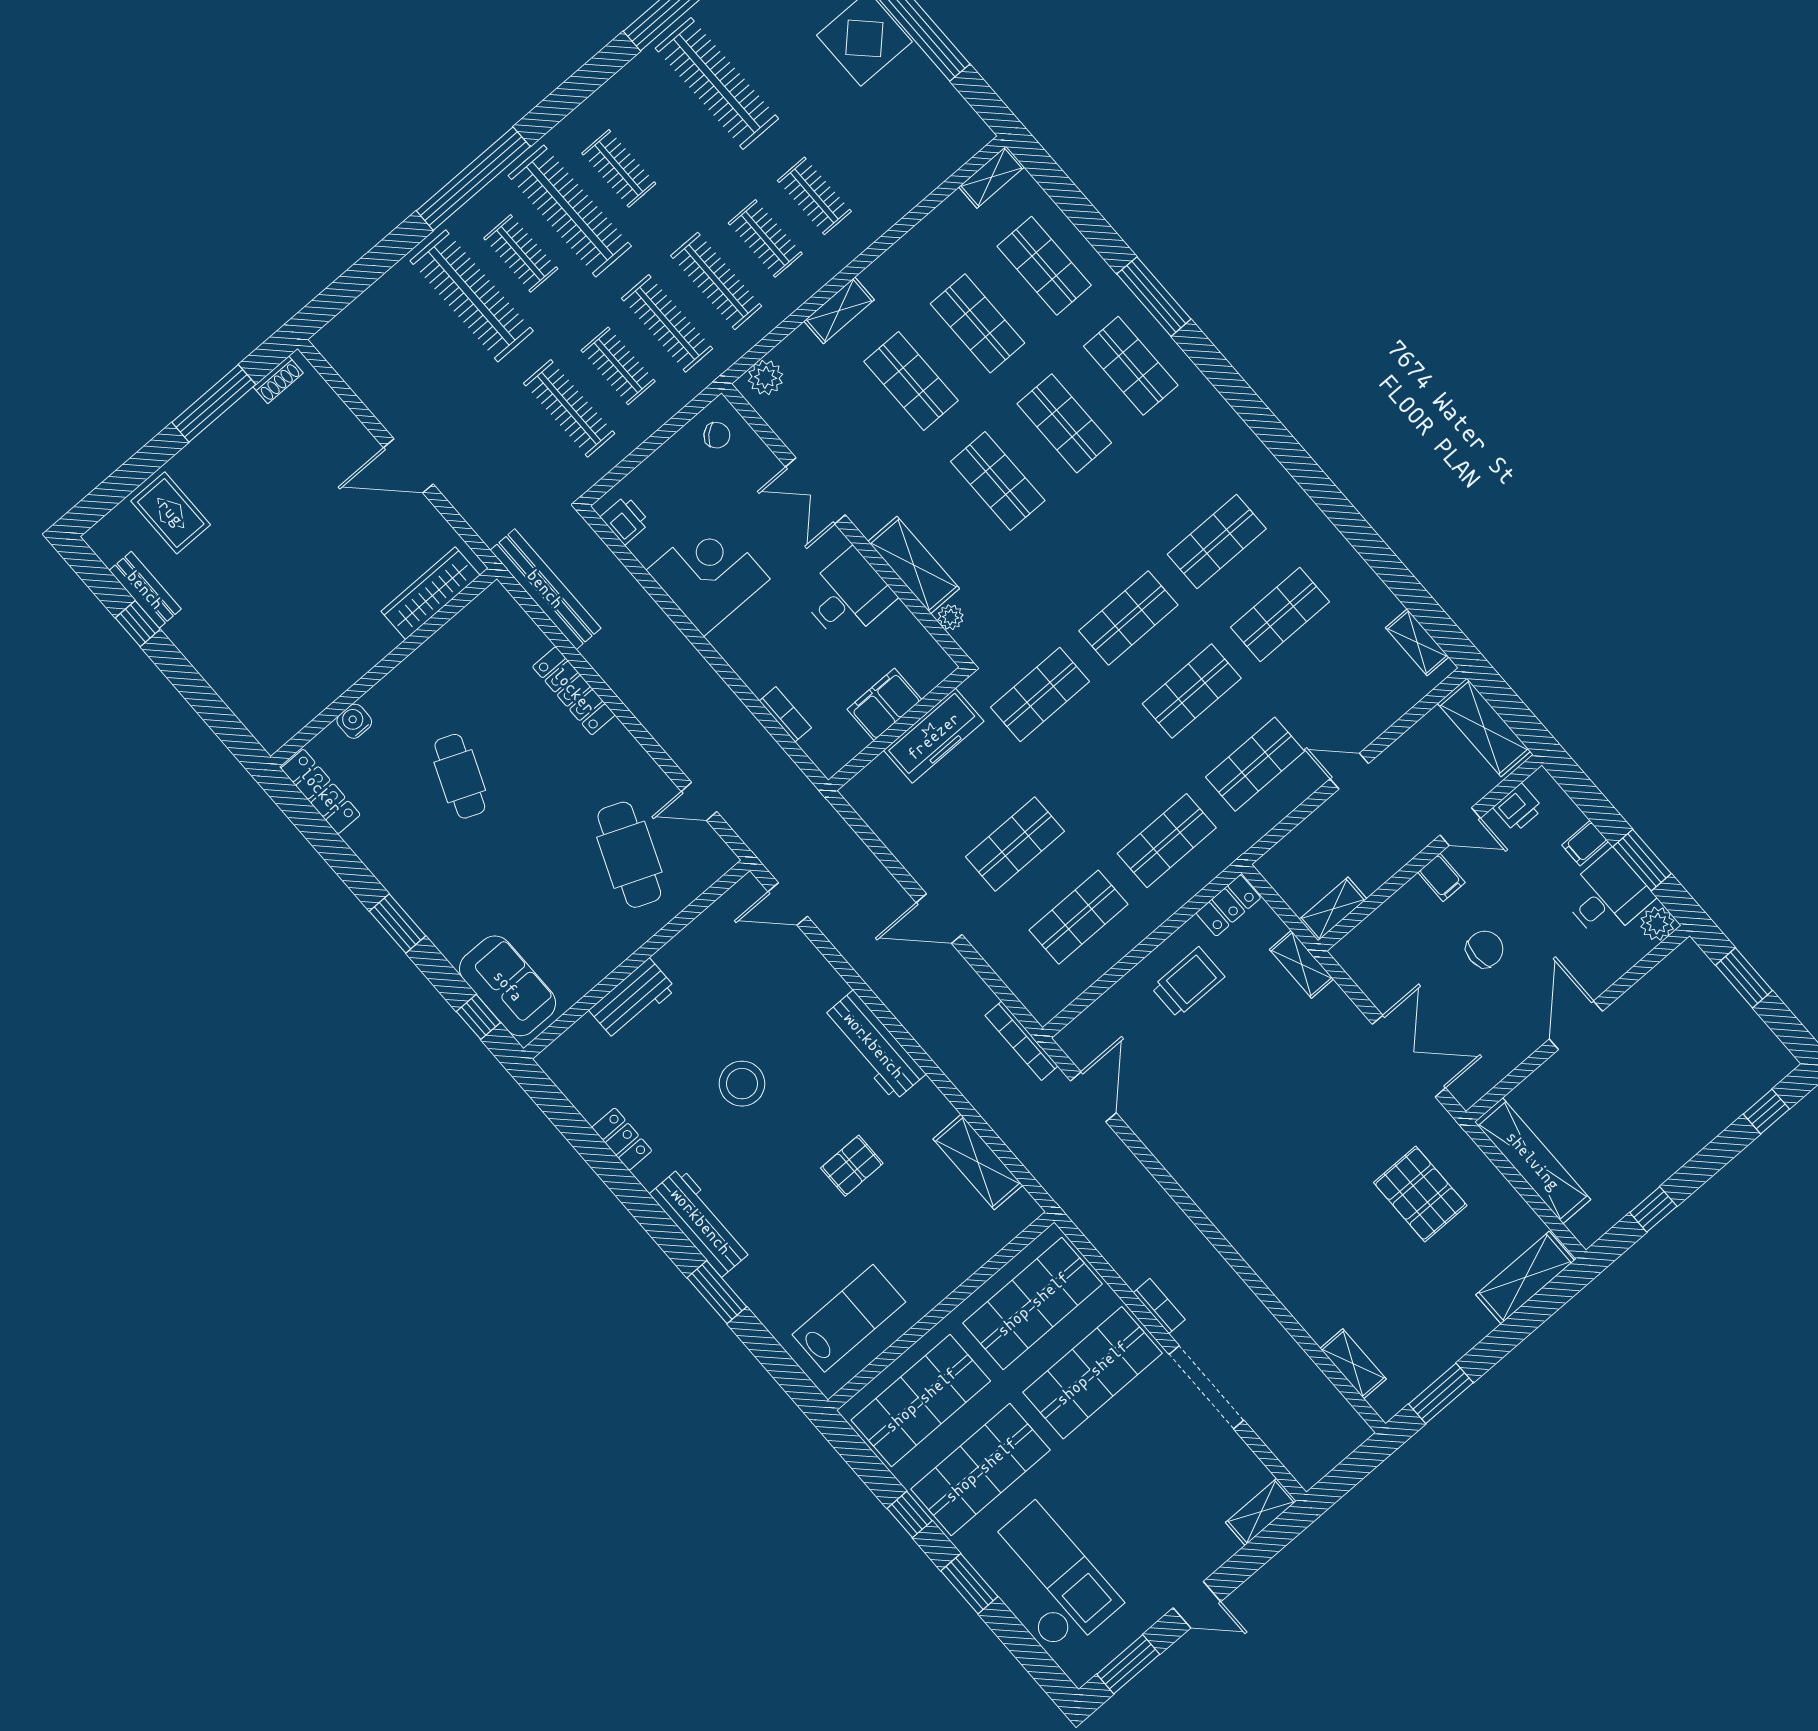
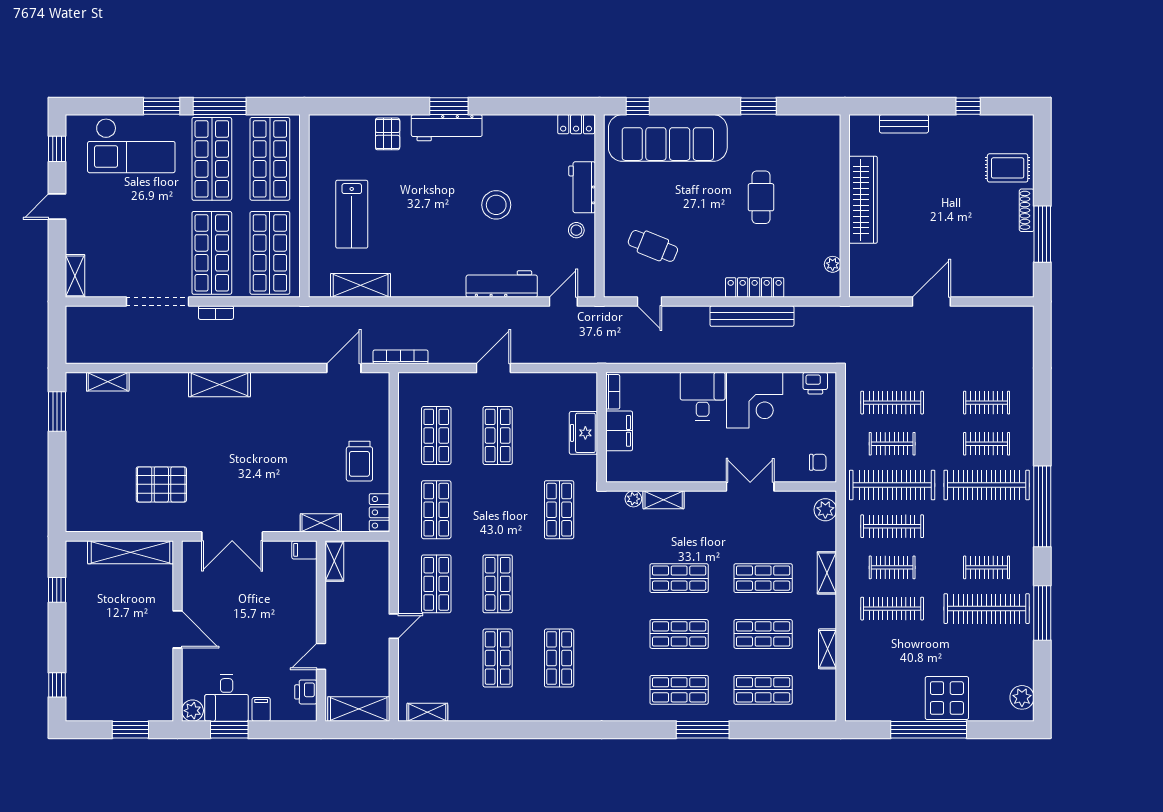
clothes rail: (619, 168) -> (987, 567), moved
shelving: (992, 177) -> (828, 649), moved
window: (473, 179) -> (1042, 506), moved
clothes rail: (814, 196) -> (892, 609), width x1.36
clothes rail: (472, 296) -> (987, 403), width x0.54, depth x0.76
clothes rail: (667, 323) -> (892, 485), width x1.37, depth x1.31
shoe rack: (278, 380) -> (1027, 210), moved, width x1.43
chair: (717, 435) -> (818, 462), turned -137
shelving: (914, 565) -> (664, 500), width x0.67, depth x0.75
bench: (545, 589) -> (752, 316), moved
bench: (145, 590) -> (904, 124), moved
wardrobe: (430, 593) -> (863, 200), moved, width x1.40, depth x1.17
desk: (847, 596) -> (703, 396), moved, turned 180
shop shelf: (1128, 618) -> (559, 584), removed
plant: (466, 622) -> (833, 264), added
bookcase: (785, 714) -> (613, 392), moved, turned -90
water cooler: (354, 721) -> (831, 169), removed
freezer: (934, 736) -> (583, 433), width x0.71
cafe table: (460, 776) -> (761, 197), turned 68
locker: (321, 791) -> (812, 124), removed
door: (699, 802) -> (649, 302), swing flipped
cafe table: (629, 855) -> (653, 246), width x0.73, depth x0.74
filing cabinet: (1441, 877) -> (304, 550), moved
window: (397, 923) -> (758, 106), moved
chair: (1485, 949) -> (252, 617), removed
stool: (689, 962) -> (576, 230), added
sofa: (508, 986) -> (668, 138), width x1.85, depth x1.27
workbench: (874, 1046) -> (502, 284), moved
door: (1093, 1097) -> (344, 368), swing flipped
locker: (622, 1139) -> (576, 124), moved
pallet: (852, 1166) -> (388, 134), moved
shelving: (1525, 1277) -> (219, 384), moved, turned 90
window: (717, 1292) -> (449, 106), moved
lab bench: (849, 1318) -> (352, 214), moved
window: (910, 1515) -> (220, 106), width x2.17
window: (1128, 1664) -> (57, 149), width x0.67

